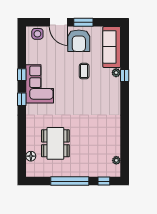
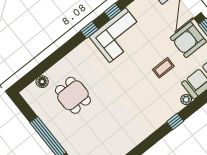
window: (125, 76) -> (175, 121), moved
dining table: (55, 143) -> (73, 95), width x0.73

